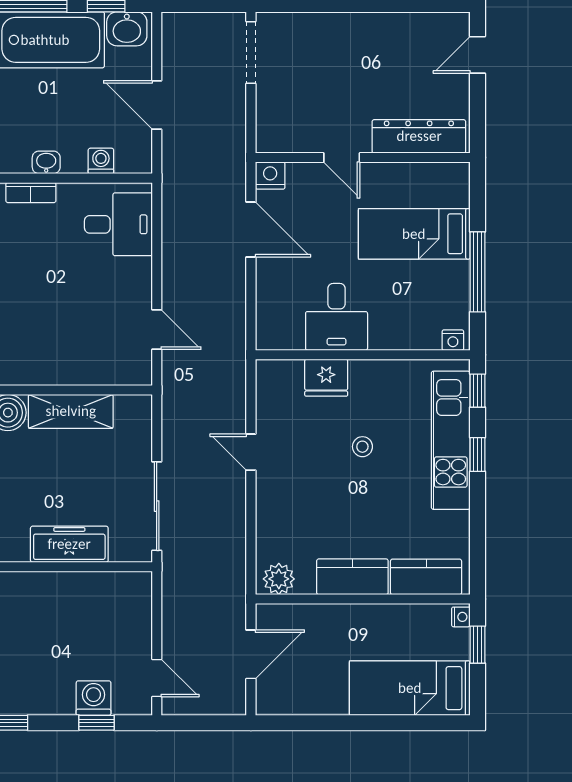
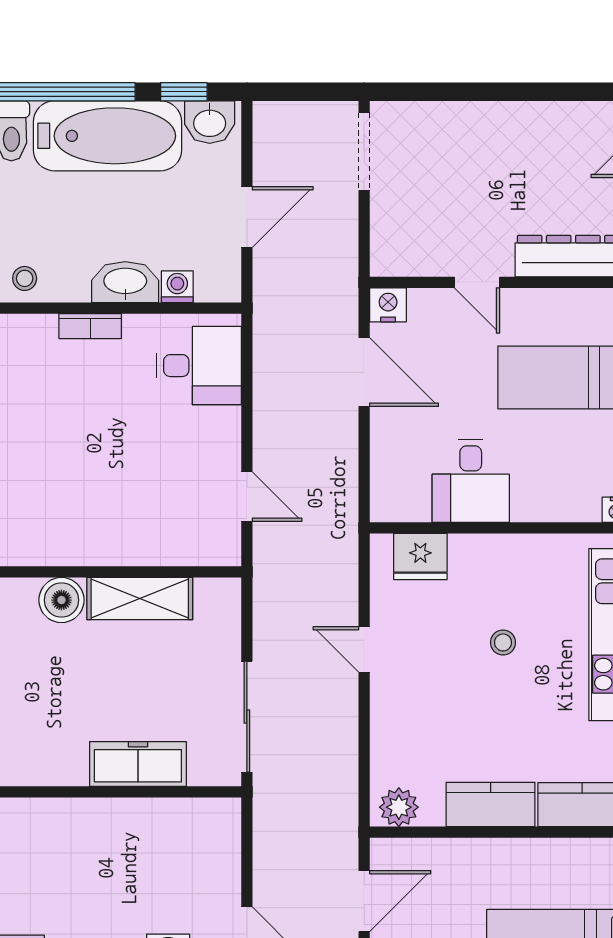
door: (157, 105) -> (247, 217), swing flipped
washbasin: (46, 162) -> (125, 282), width x1.91, depth x1.45
fridge: (326, 378) -> (420, 557), moved

